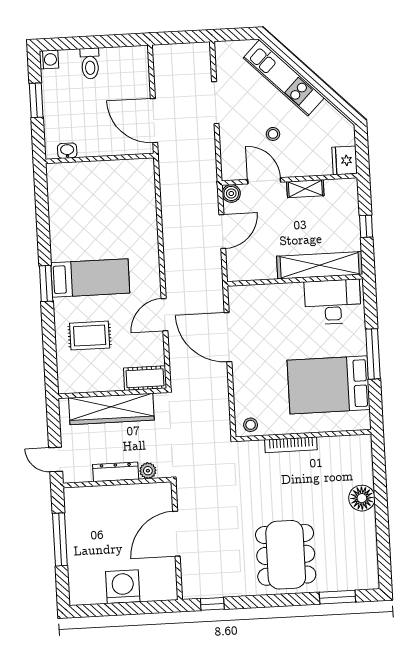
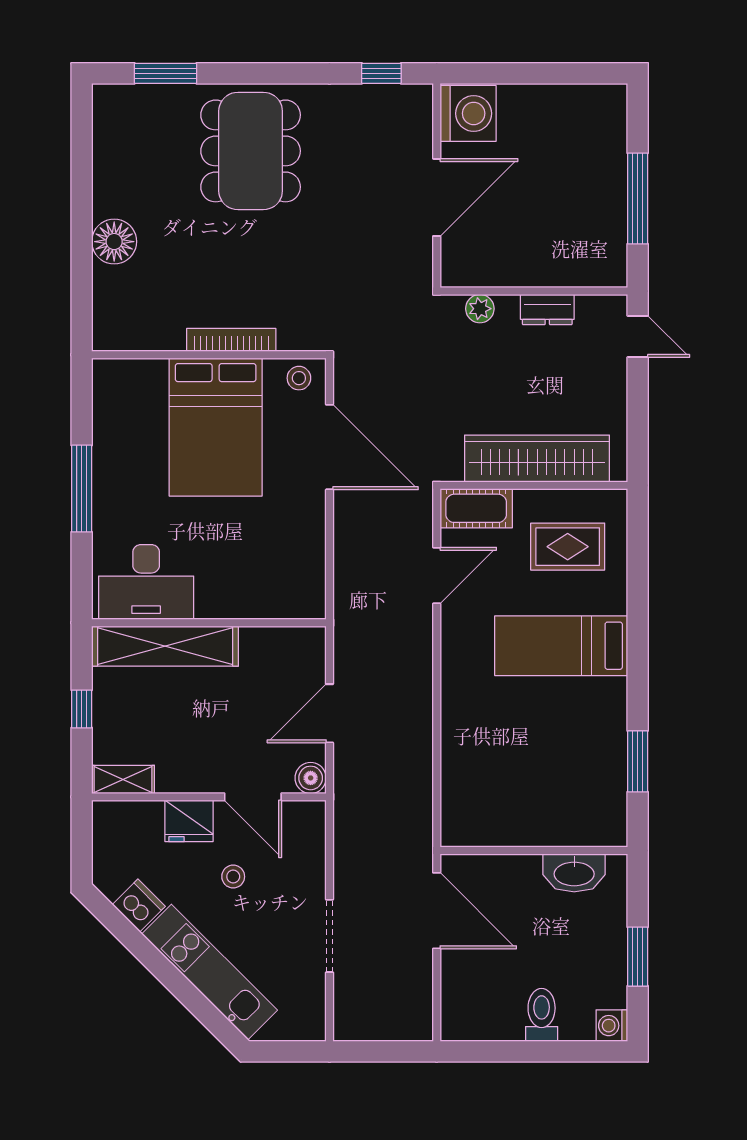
dishwasher: (327, 114) -> (139, 905), added
washbasin: (67, 151) -> (574, 873), width x1.91, depth x1.45
fridge: (345, 160) -> (189, 821), moved, turned 90
shelving: (305, 189) -> (123, 779), moved
window: (46, 283) -> (638, 761), moved
door: (228, 337) -> (330, 447), moved
cot: (145, 378) -> (476, 508), moved
bed: (329, 385) -> (216, 427), moved, turned 90
wall: (112, 393) -> (534, 485), moved
wardrobe: (111, 409) -> (537, 459), moved
dresser: (116, 472) -> (547, 310), width x0.70
washing machine: (123, 587) -> (468, 113), moved, turned -90

